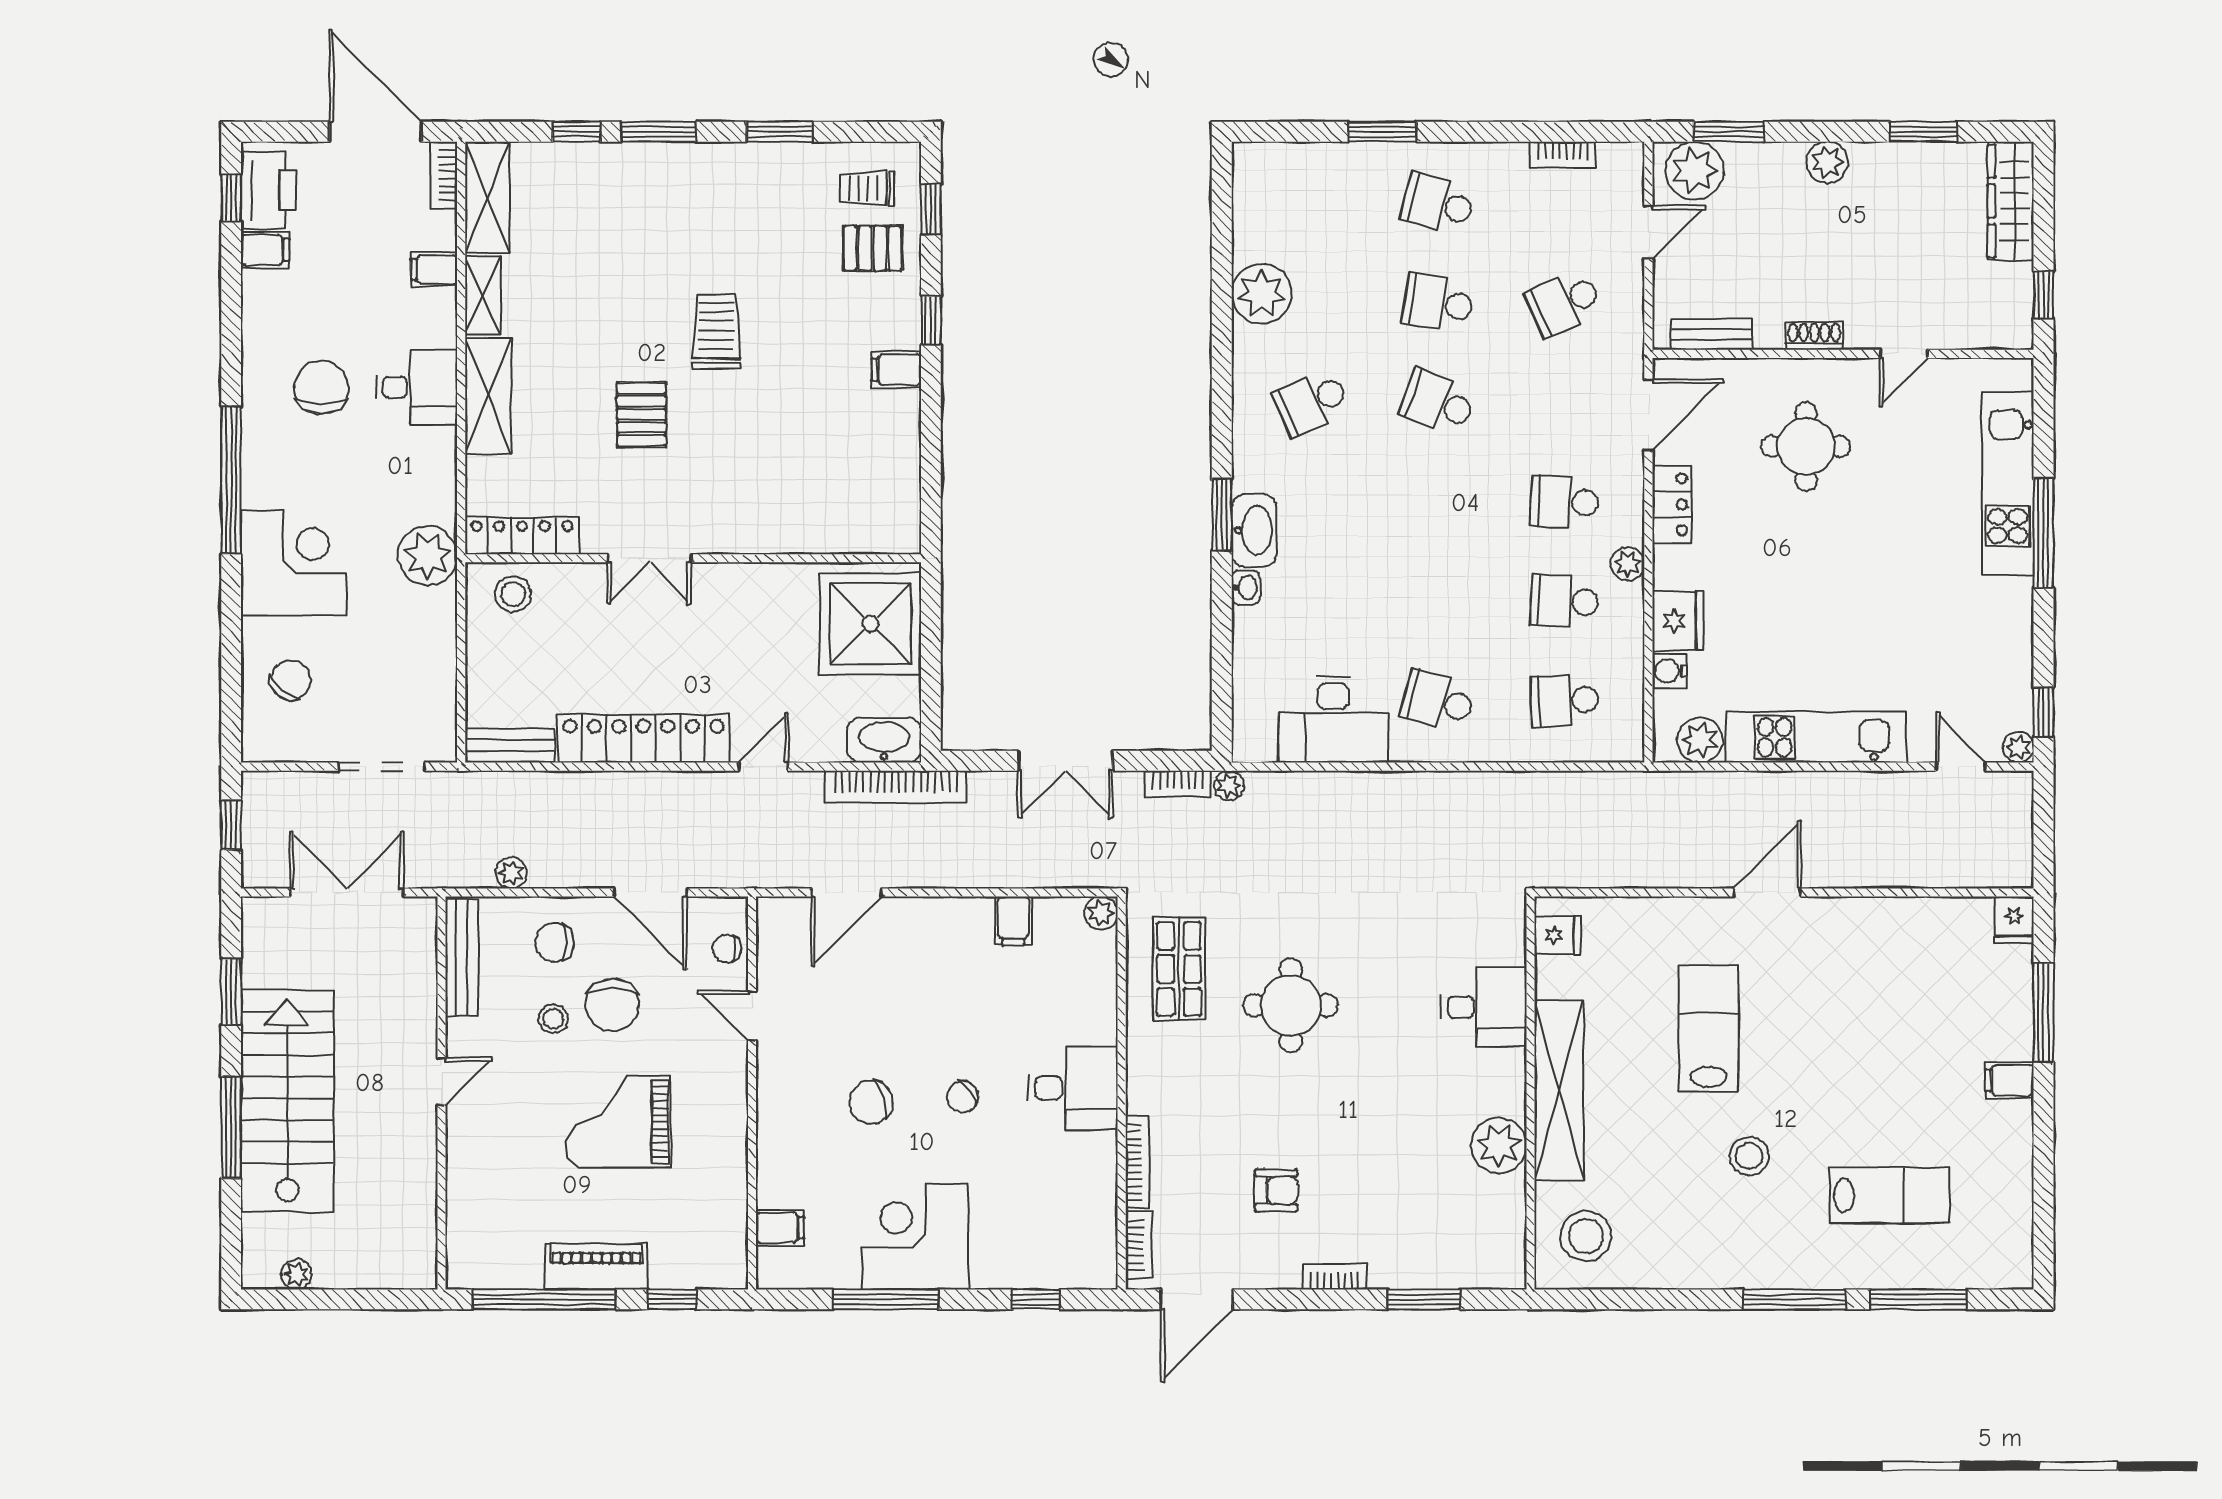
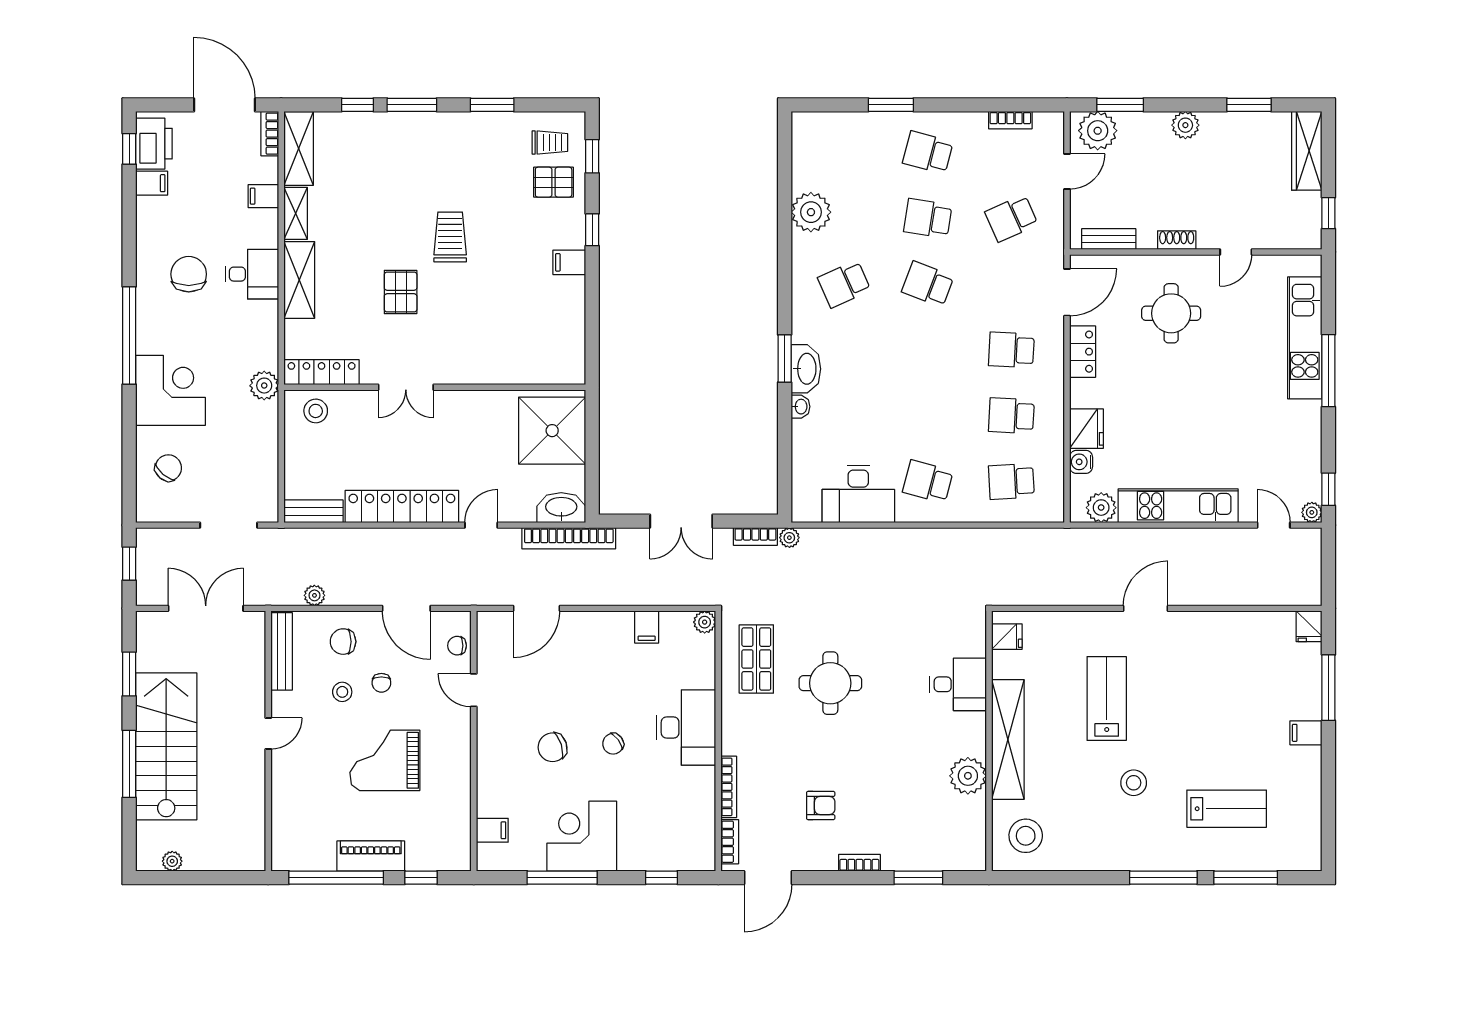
trolley: (867, 188) -> (550, 142), turned 180
plant: (427, 556) -> (264, 386), width x0.73, depth x0.73
plant: (1628, 564) -> (1053, 391), removed
chair: (612, 1005) -> (381, 683), width x0.54, depth x0.54
desk: (1073, 1088) -> (686, 727), width x1.37

